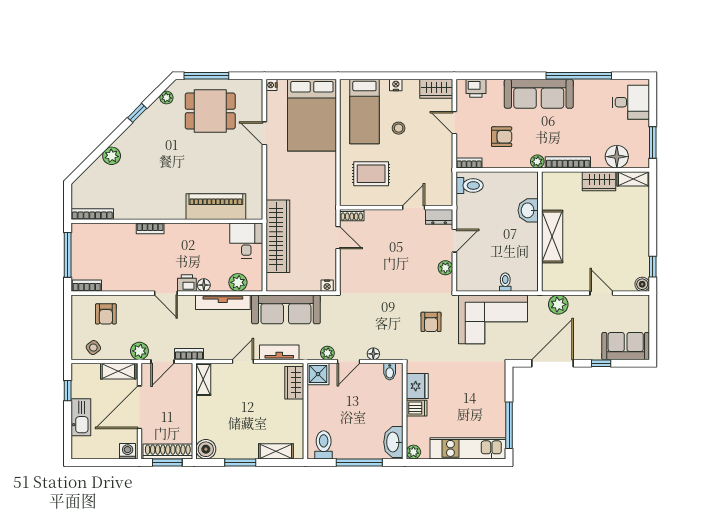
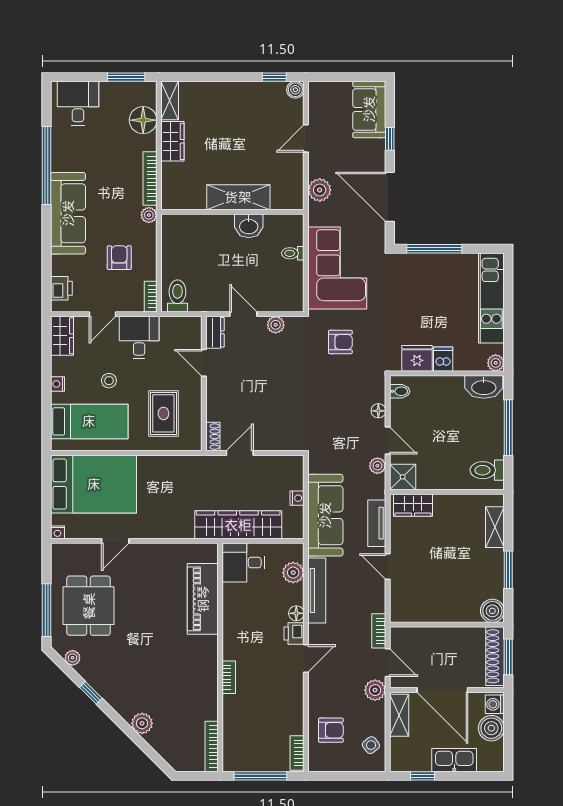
desk: (435, 153) -> (139, 337), added
washbasin: (528, 210) -> (249, 226), moved
nightstand: (327, 286) -> (297, 498), moved
shelving: (203, 379) -> (409, 614), removed
window: (509, 425) -> (434, 249), moved
boiler: (108, 448) -> (491, 728), added

